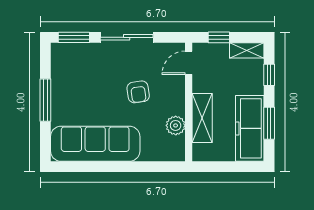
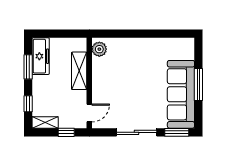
armchair: (138, 92) -> (128, 91), removed
plant: (176, 125) -> (99, 49), moved
freezer: (250, 128) -> (41, 56), width x0.73, depth x0.79
sofa: (95, 144) -> (181, 94), moved, turned 90

